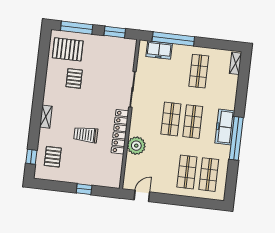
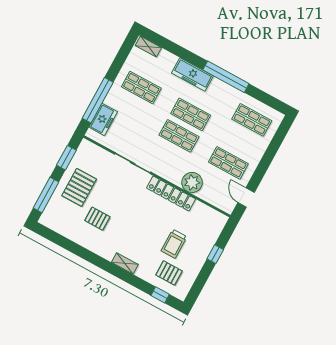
pallet: (68, 49) -> (79, 187), moved
freezer: (225, 127) -> (192, 74), moved
trolley: (86, 135) -> (174, 244), moved
shop shelf: (187, 172) -> (228, 163), moved

